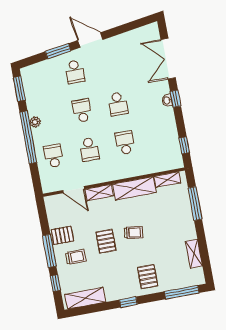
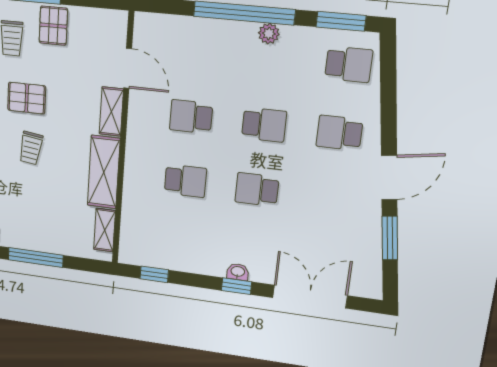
window: (58, 51) -> (390, 238), moved
school desk: (54, 156) -> (349, 64), moved
door: (74, 190) -> (128, 68), swing flipped
window: (195, 203) -> (36, 257), moved

